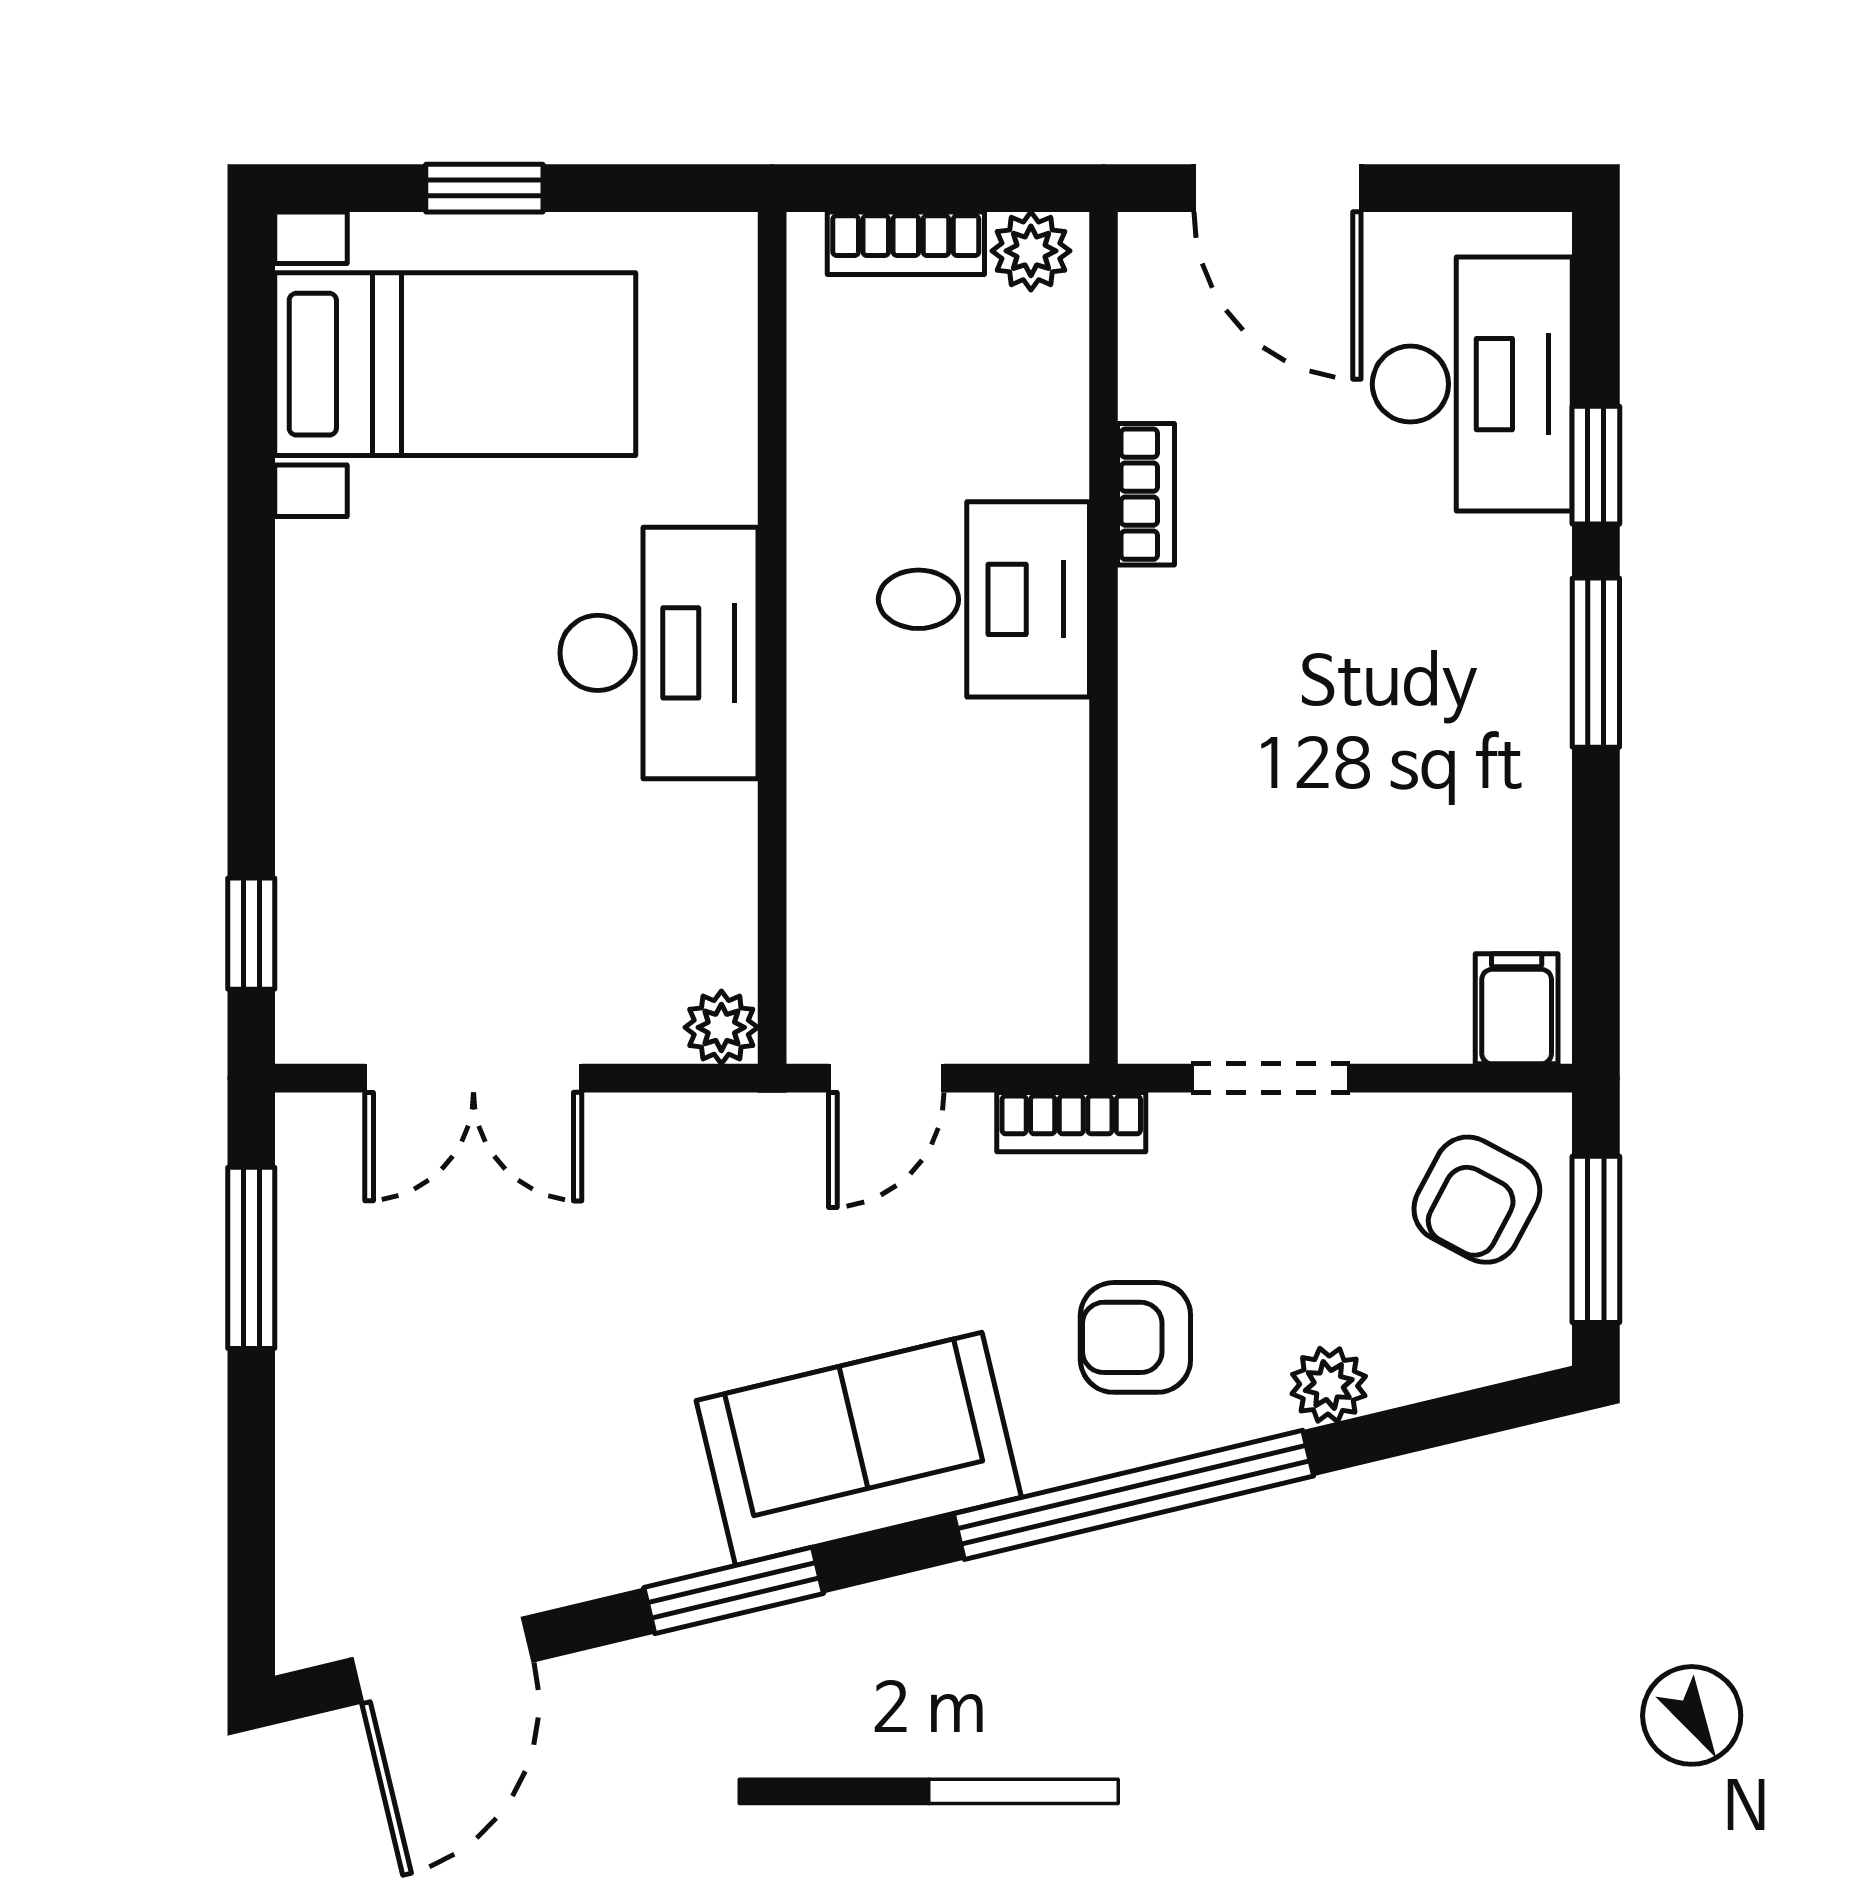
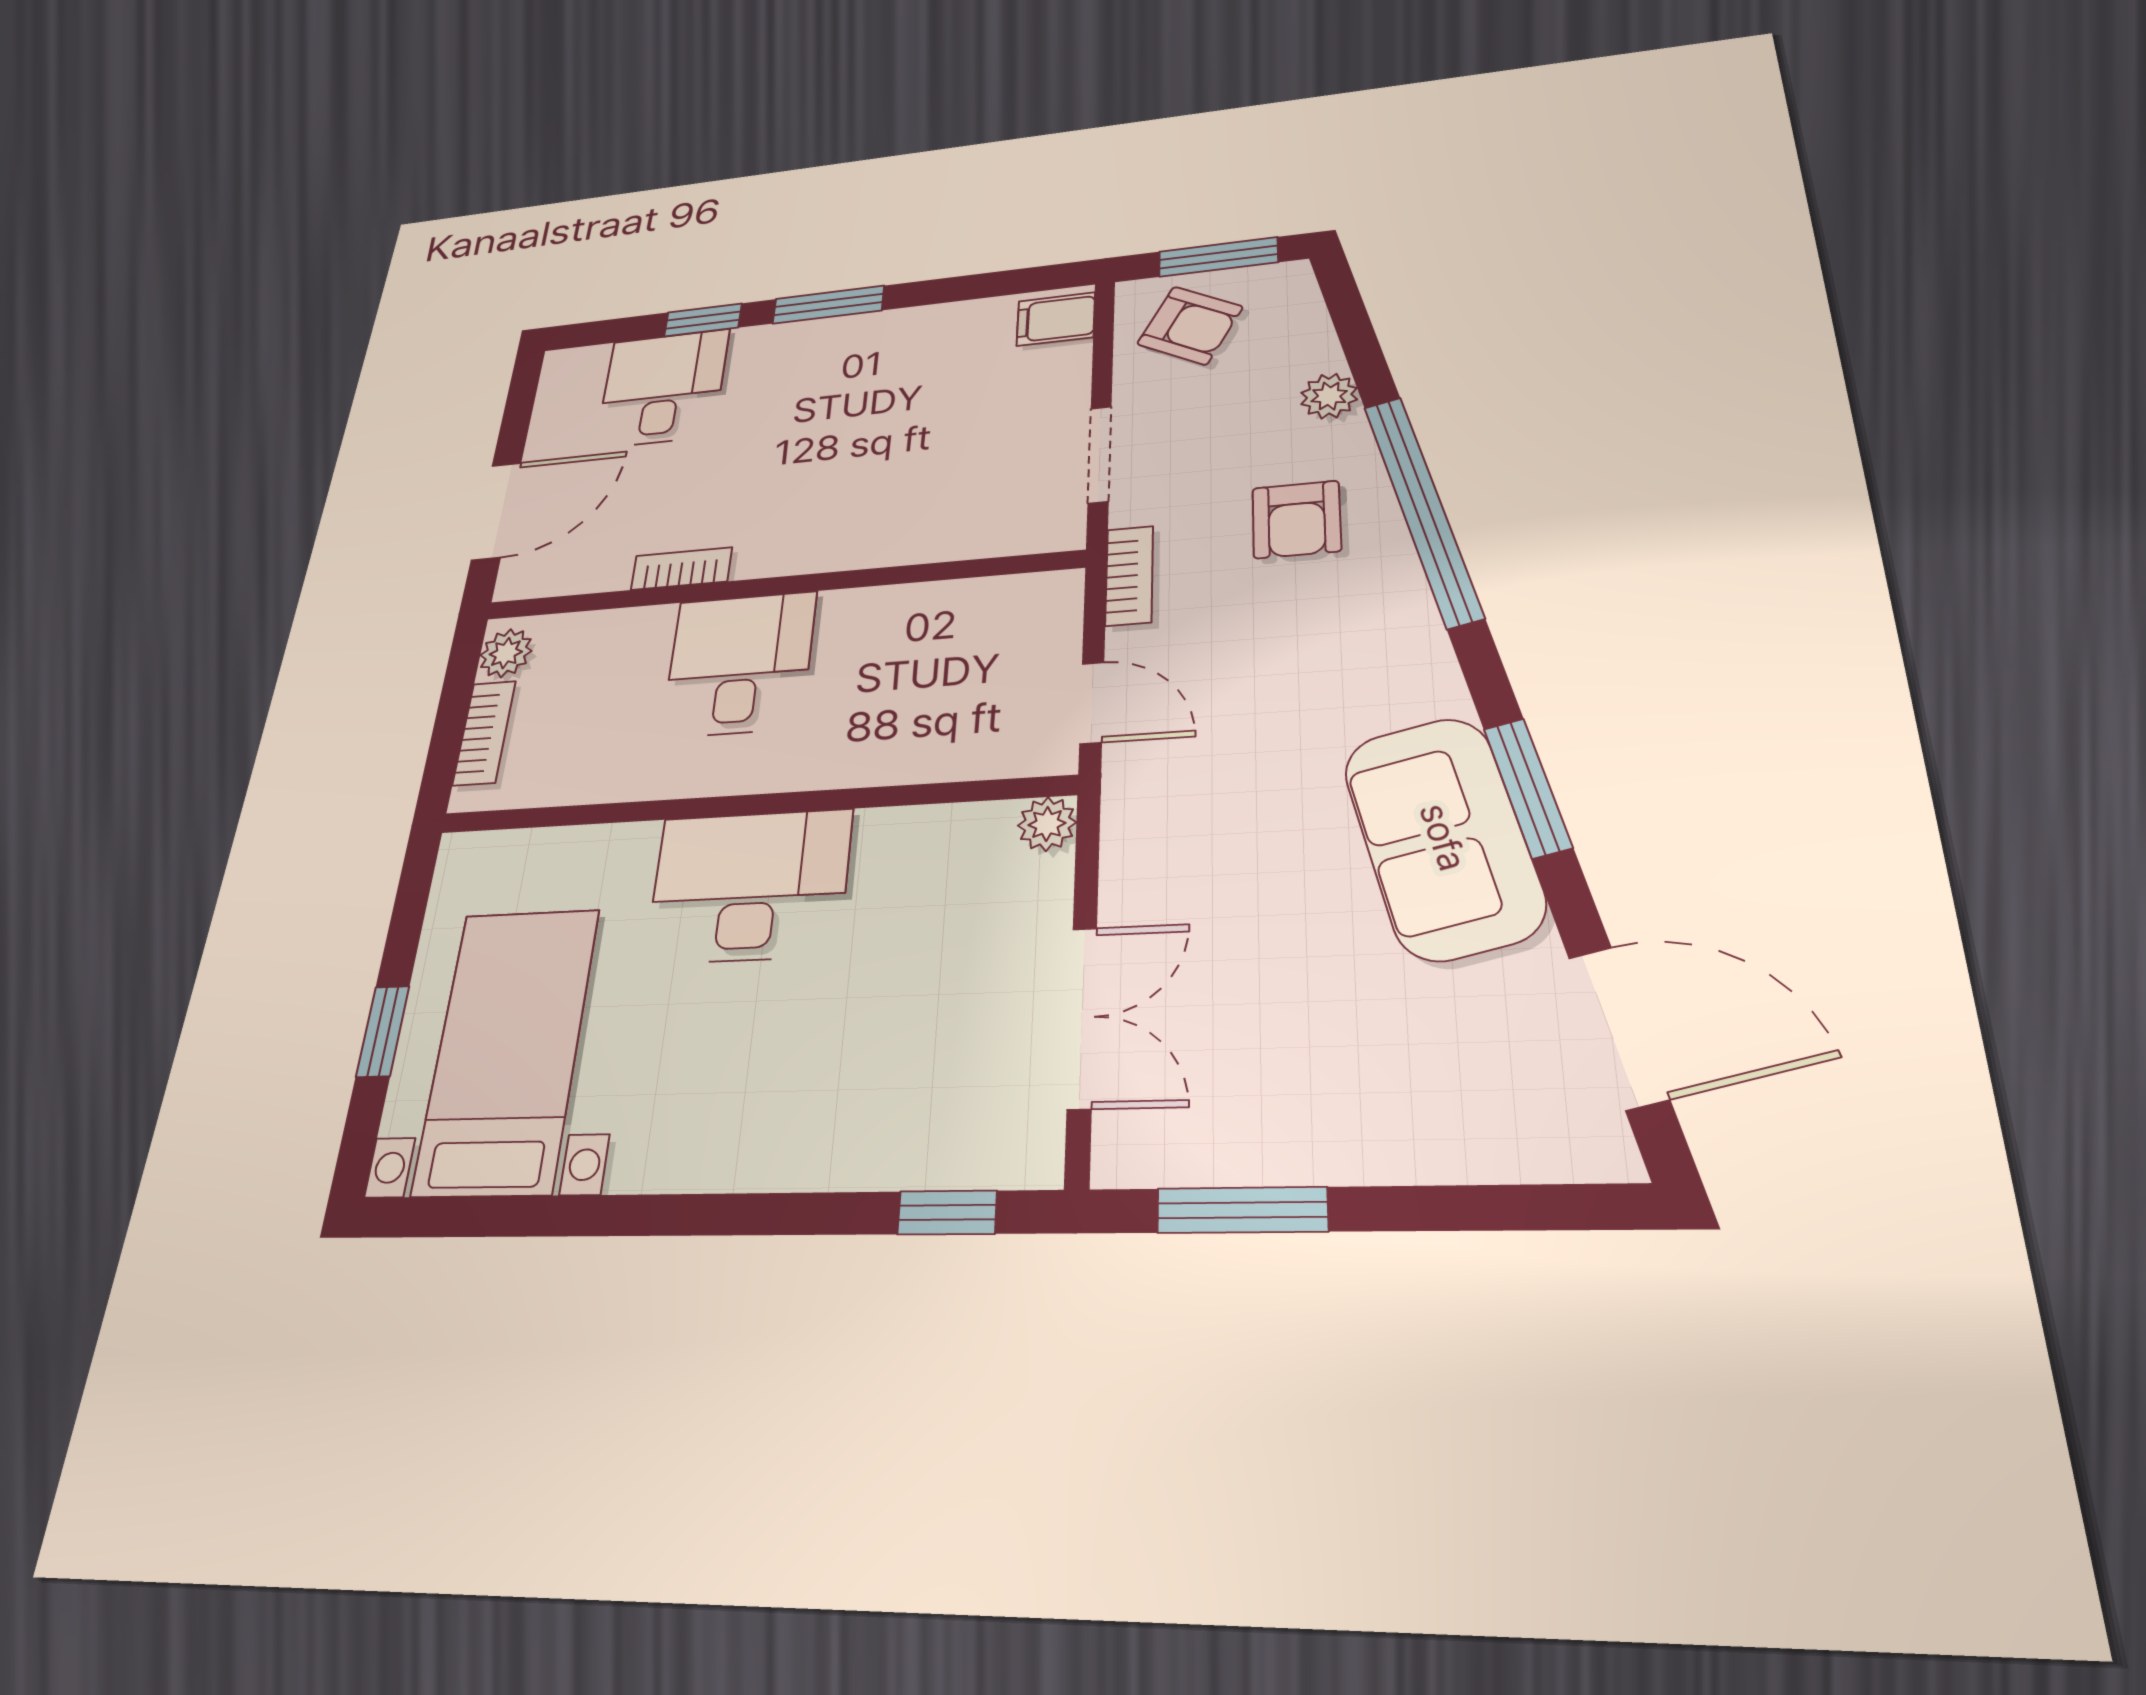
desk: (1472, 384) -> (663, 388), width x0.73
sofa: (859, 1449) -> (1443, 837), moved

